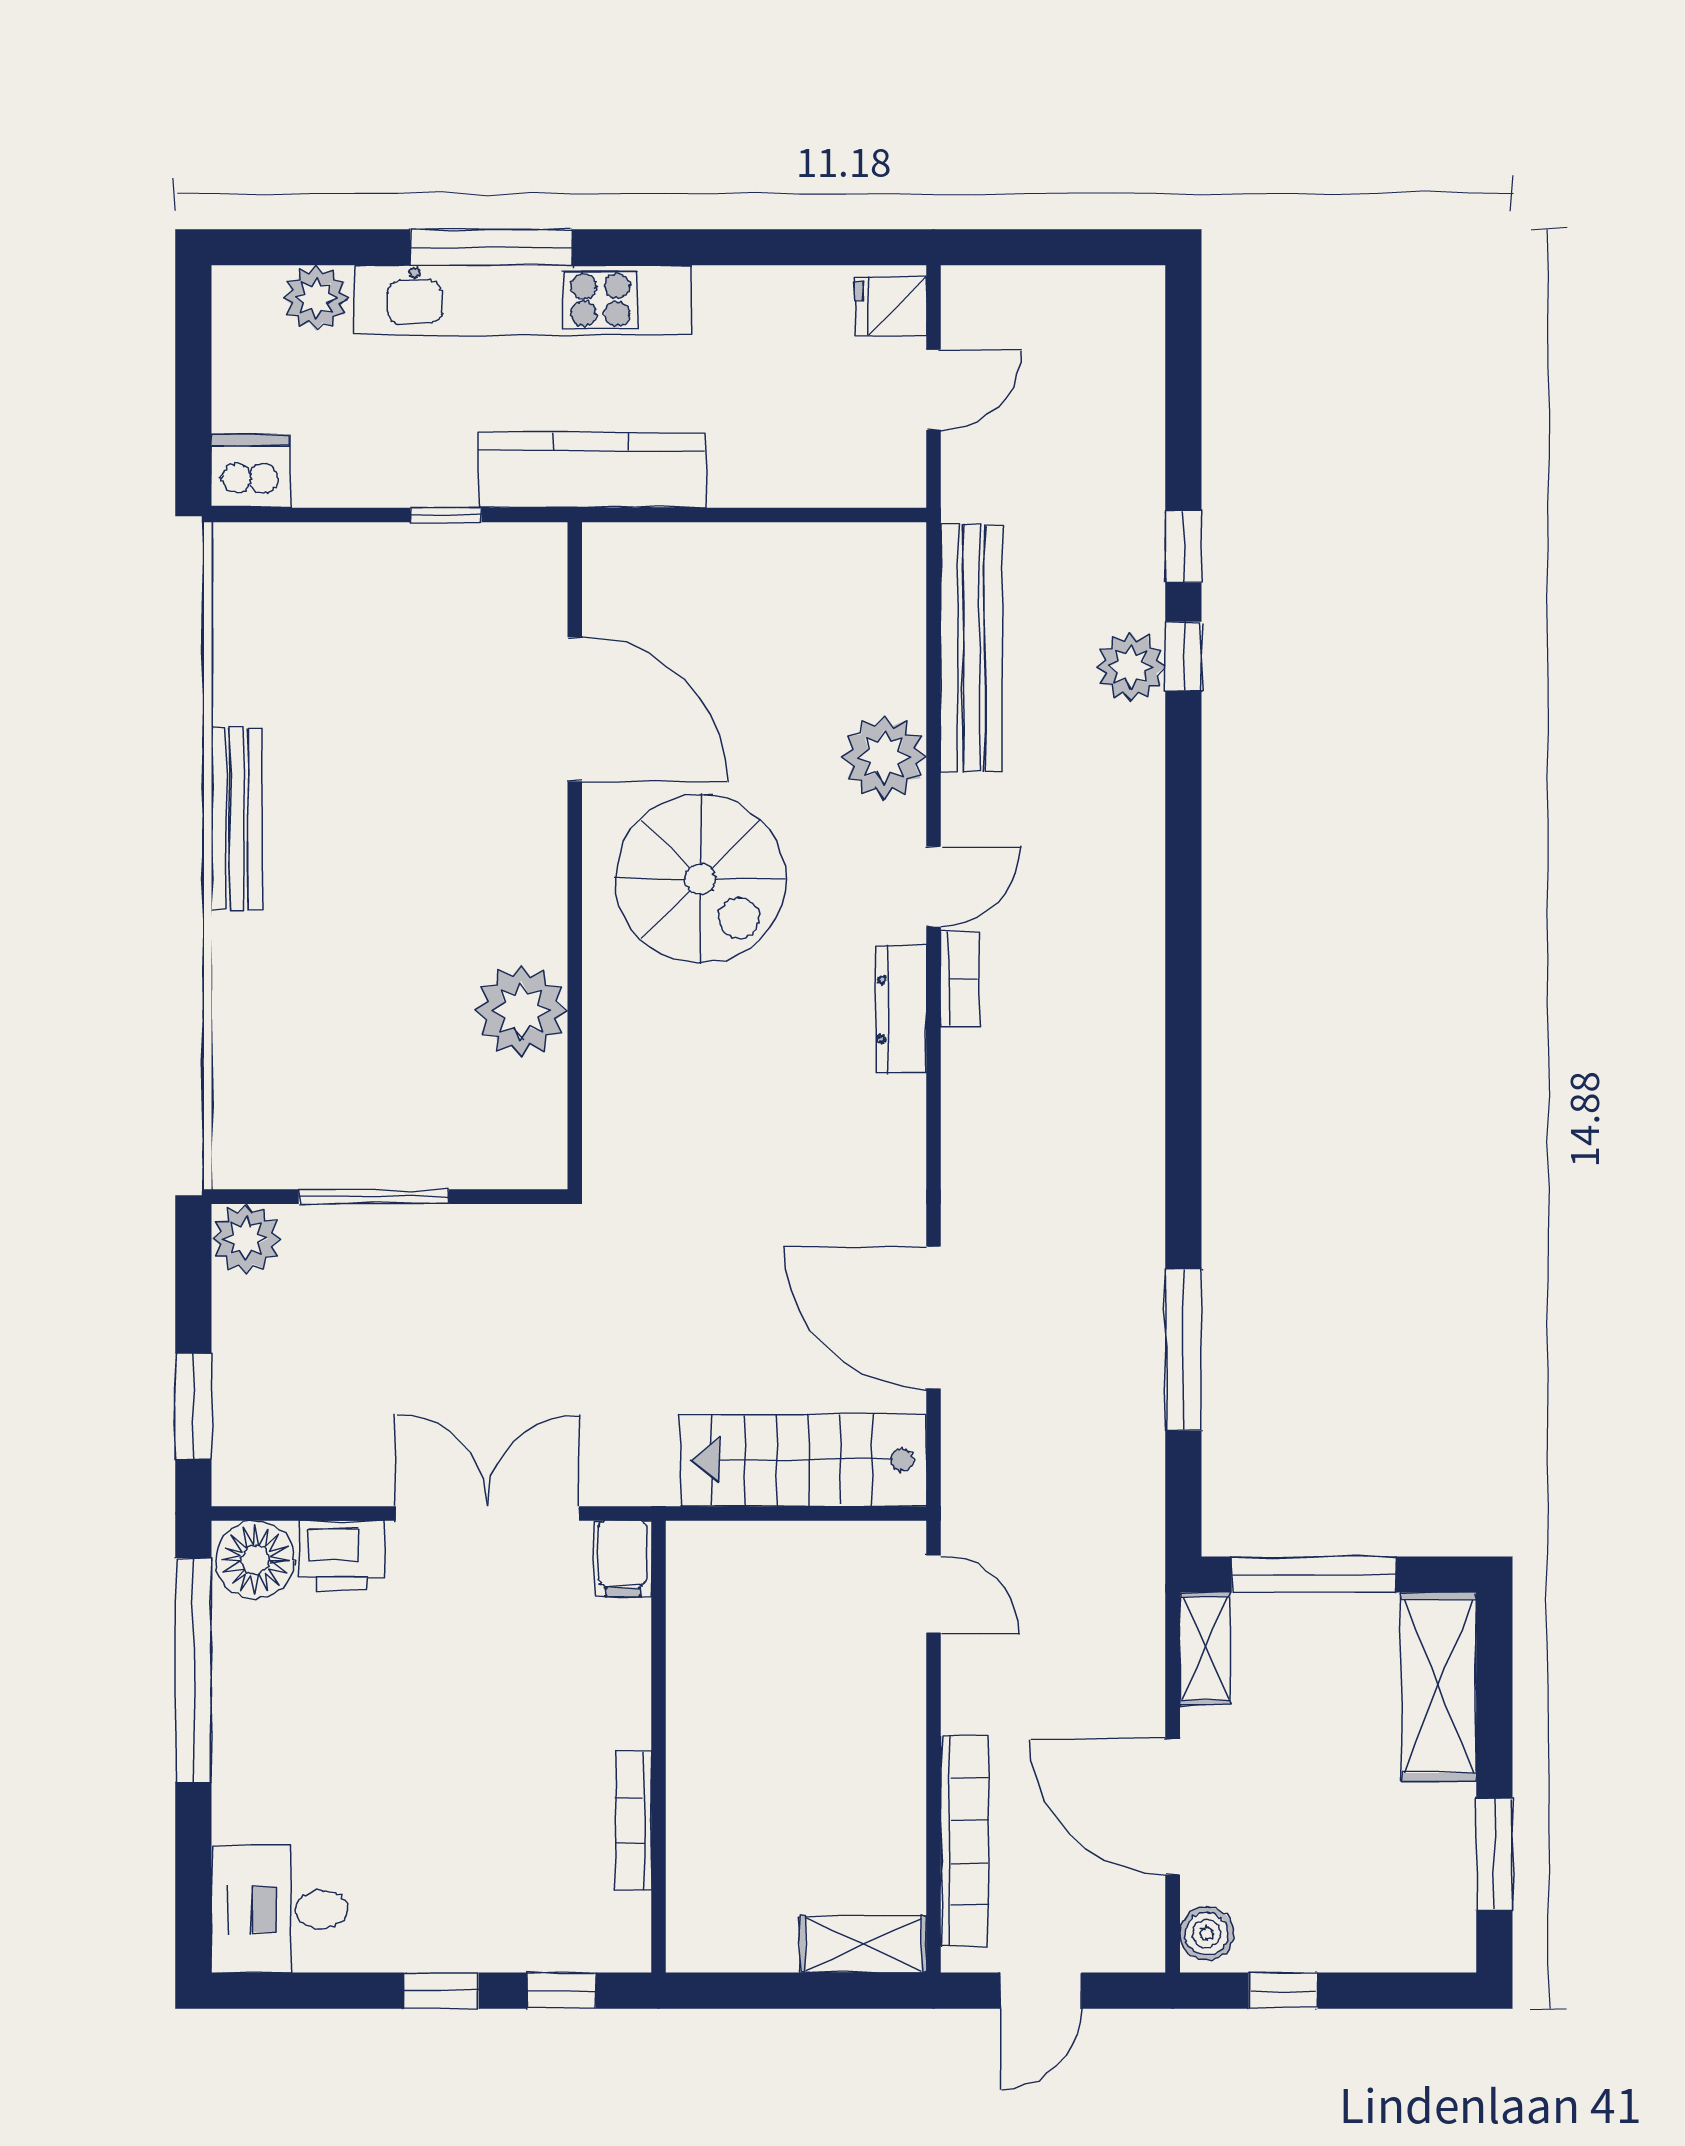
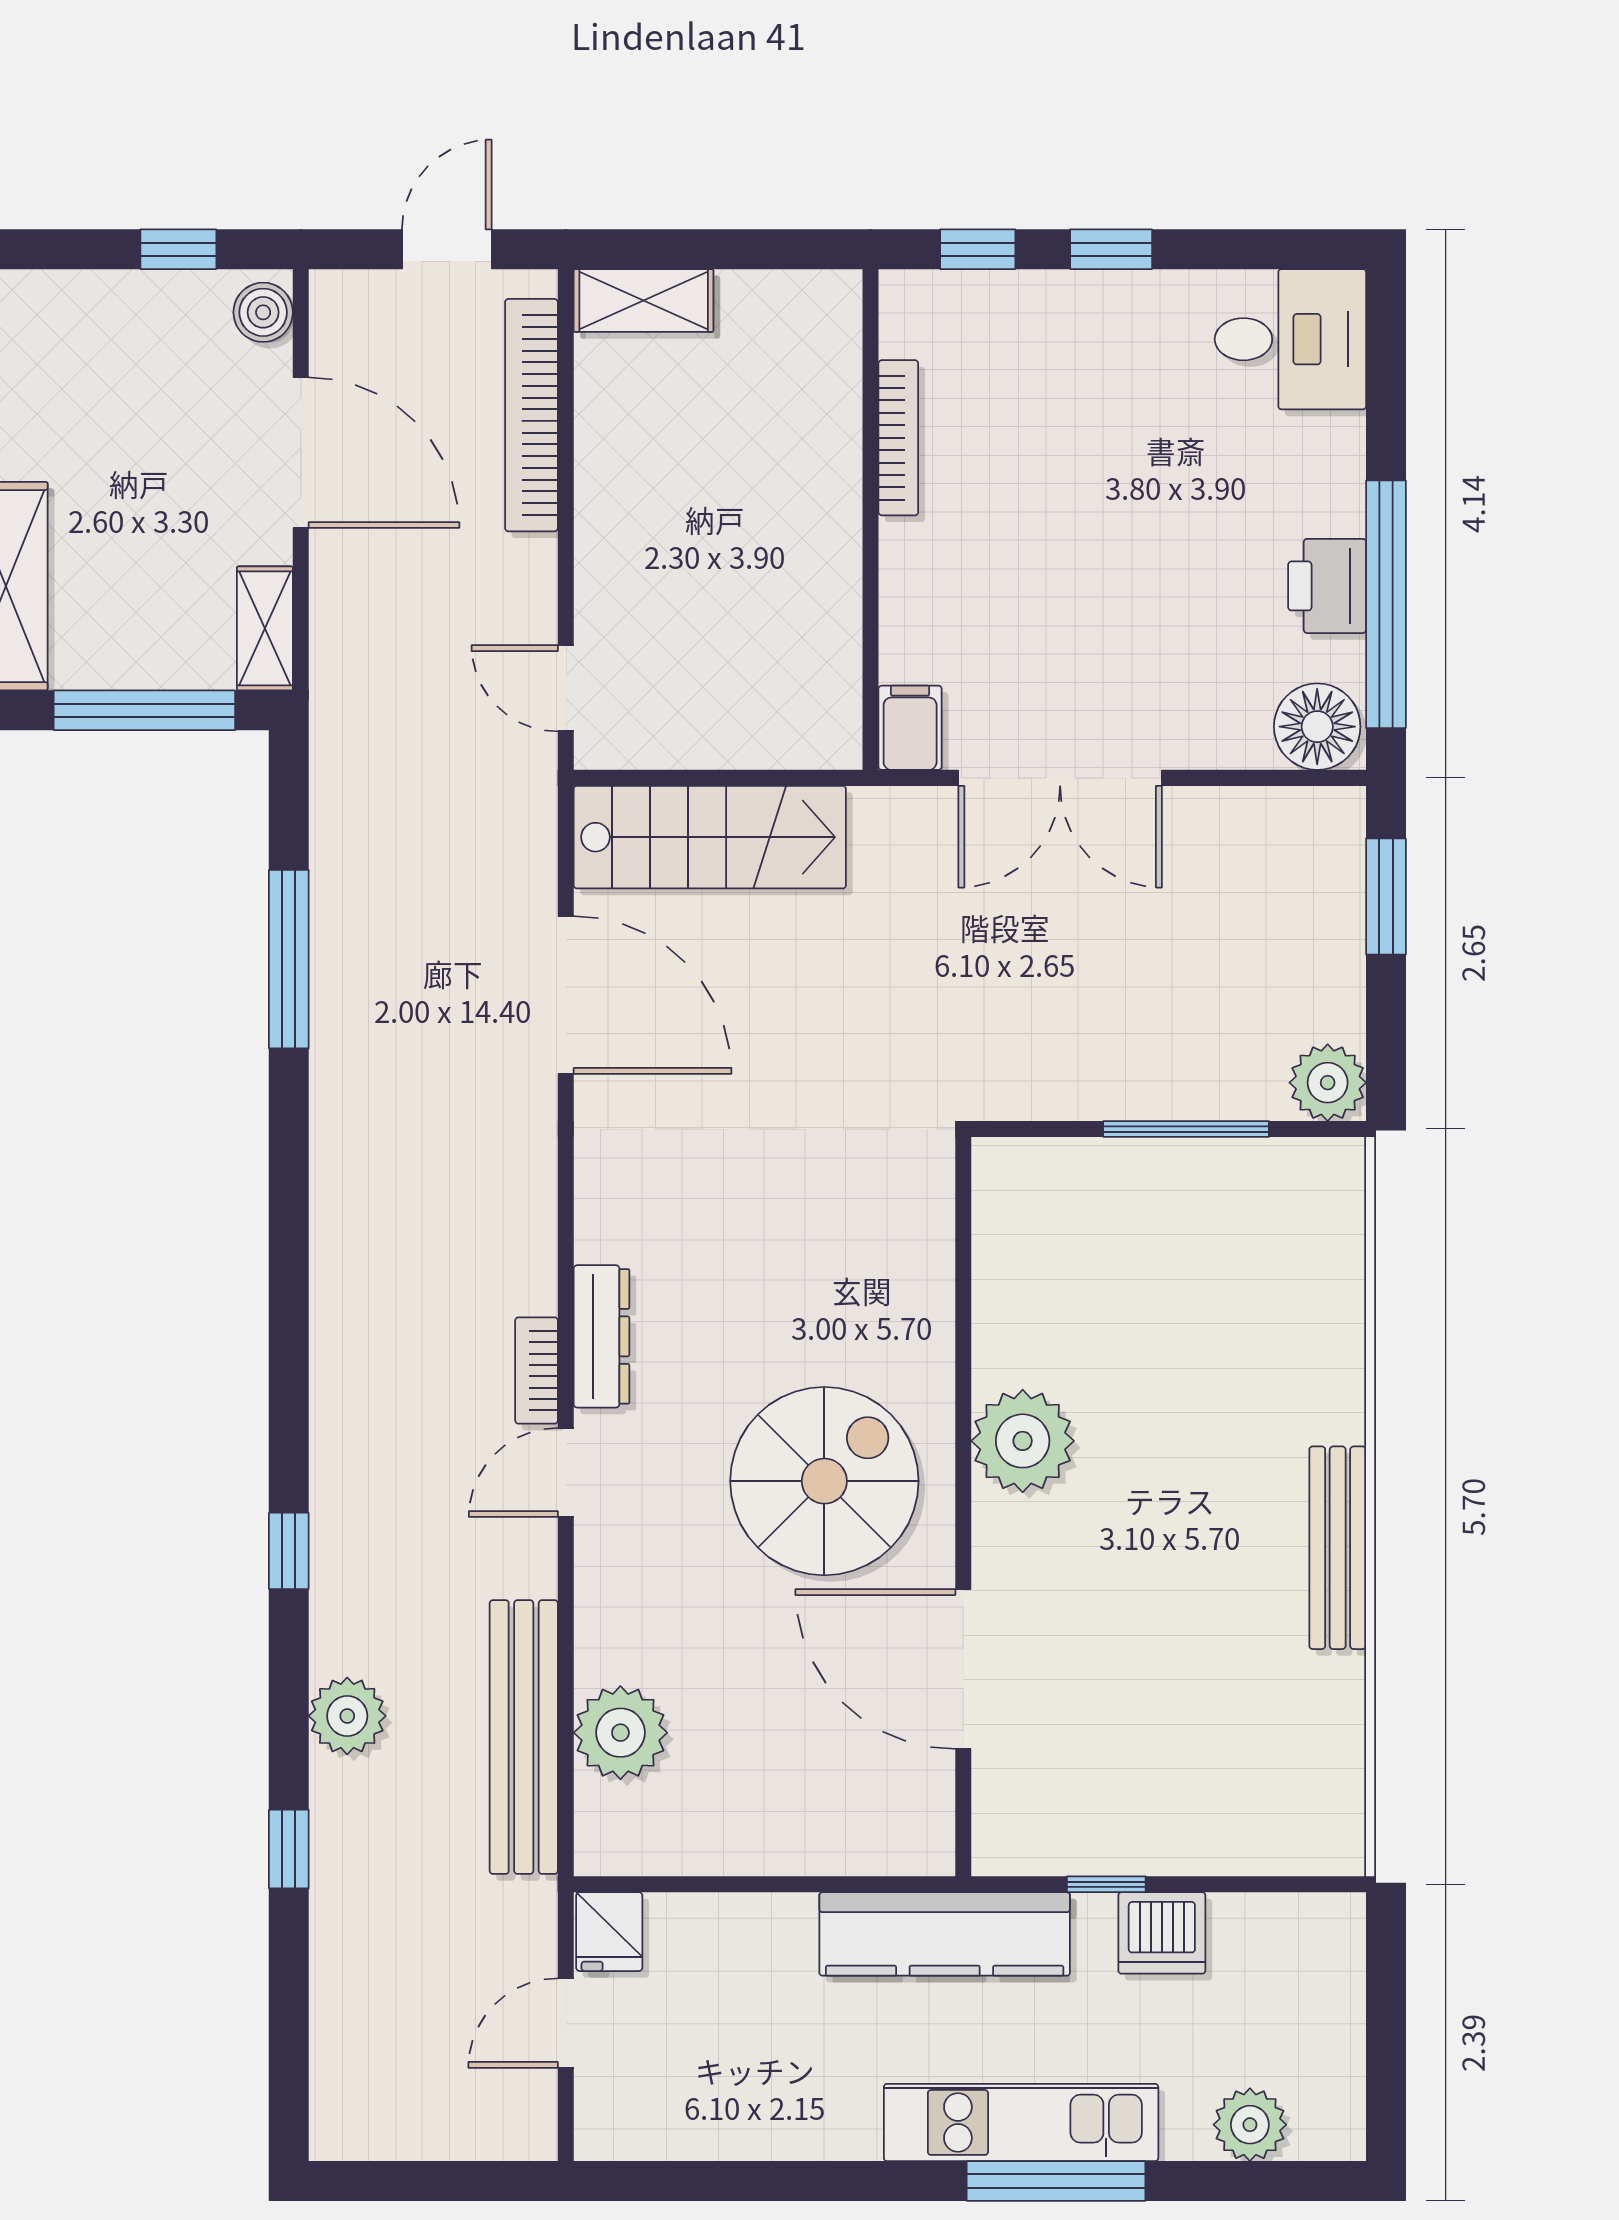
kitchen unit: (523, 300) -> (1021, 2122), width x0.73
fridge: (891, 306) -> (609, 1932), moved, turned 90
dishwasher: (251, 471) -> (1162, 1933), moved
window: (1183, 656) -> (289, 1551), moved
plant: (884, 757) -> (620, 1733), moved
spiral stairs: (700, 879) -> (824, 1481), turned 90
plant: (521, 1011) -> (1023, 1441), moved
printer: (342, 1556) -> (1327, 586), moved, turned -90

